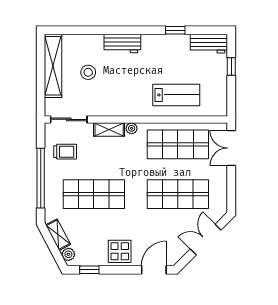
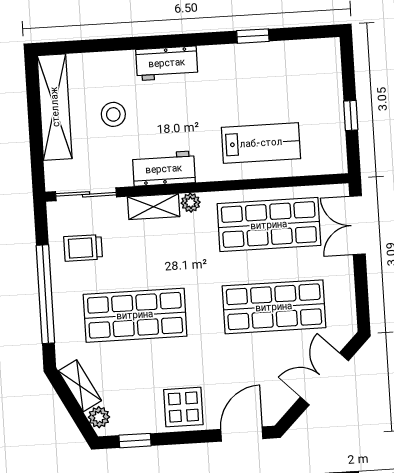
workbench: (209, 44) -> (164, 169), moved, turned 180
window: (231, 67) -> (351, 115), moved
trolley: (65, 152) -> (83, 248), turned 180

